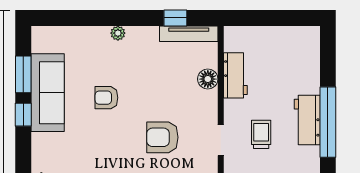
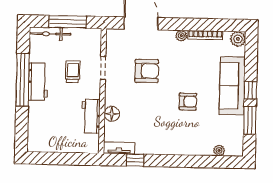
plant: (118, 33) -> (219, 150), moved
tv unit: (189, 34) -> (119, 148), width x0.71
sofa: (48, 93) -> (232, 86), moved
trolley: (261, 134) -> (73, 72), turned 180

